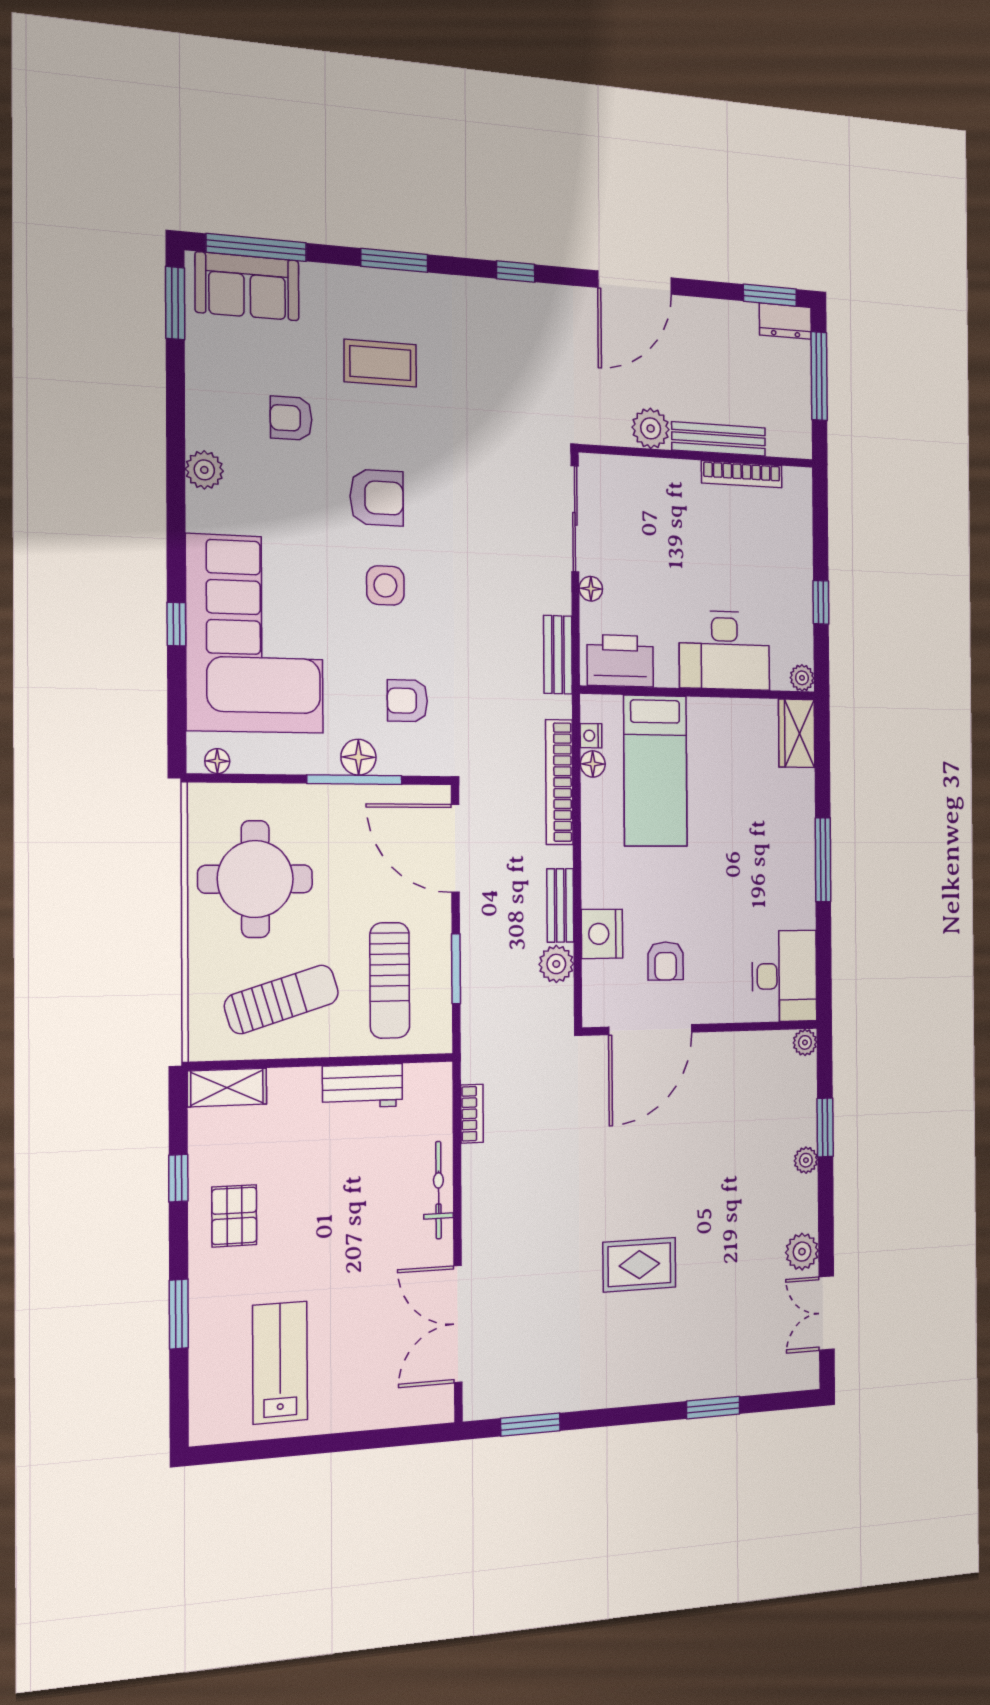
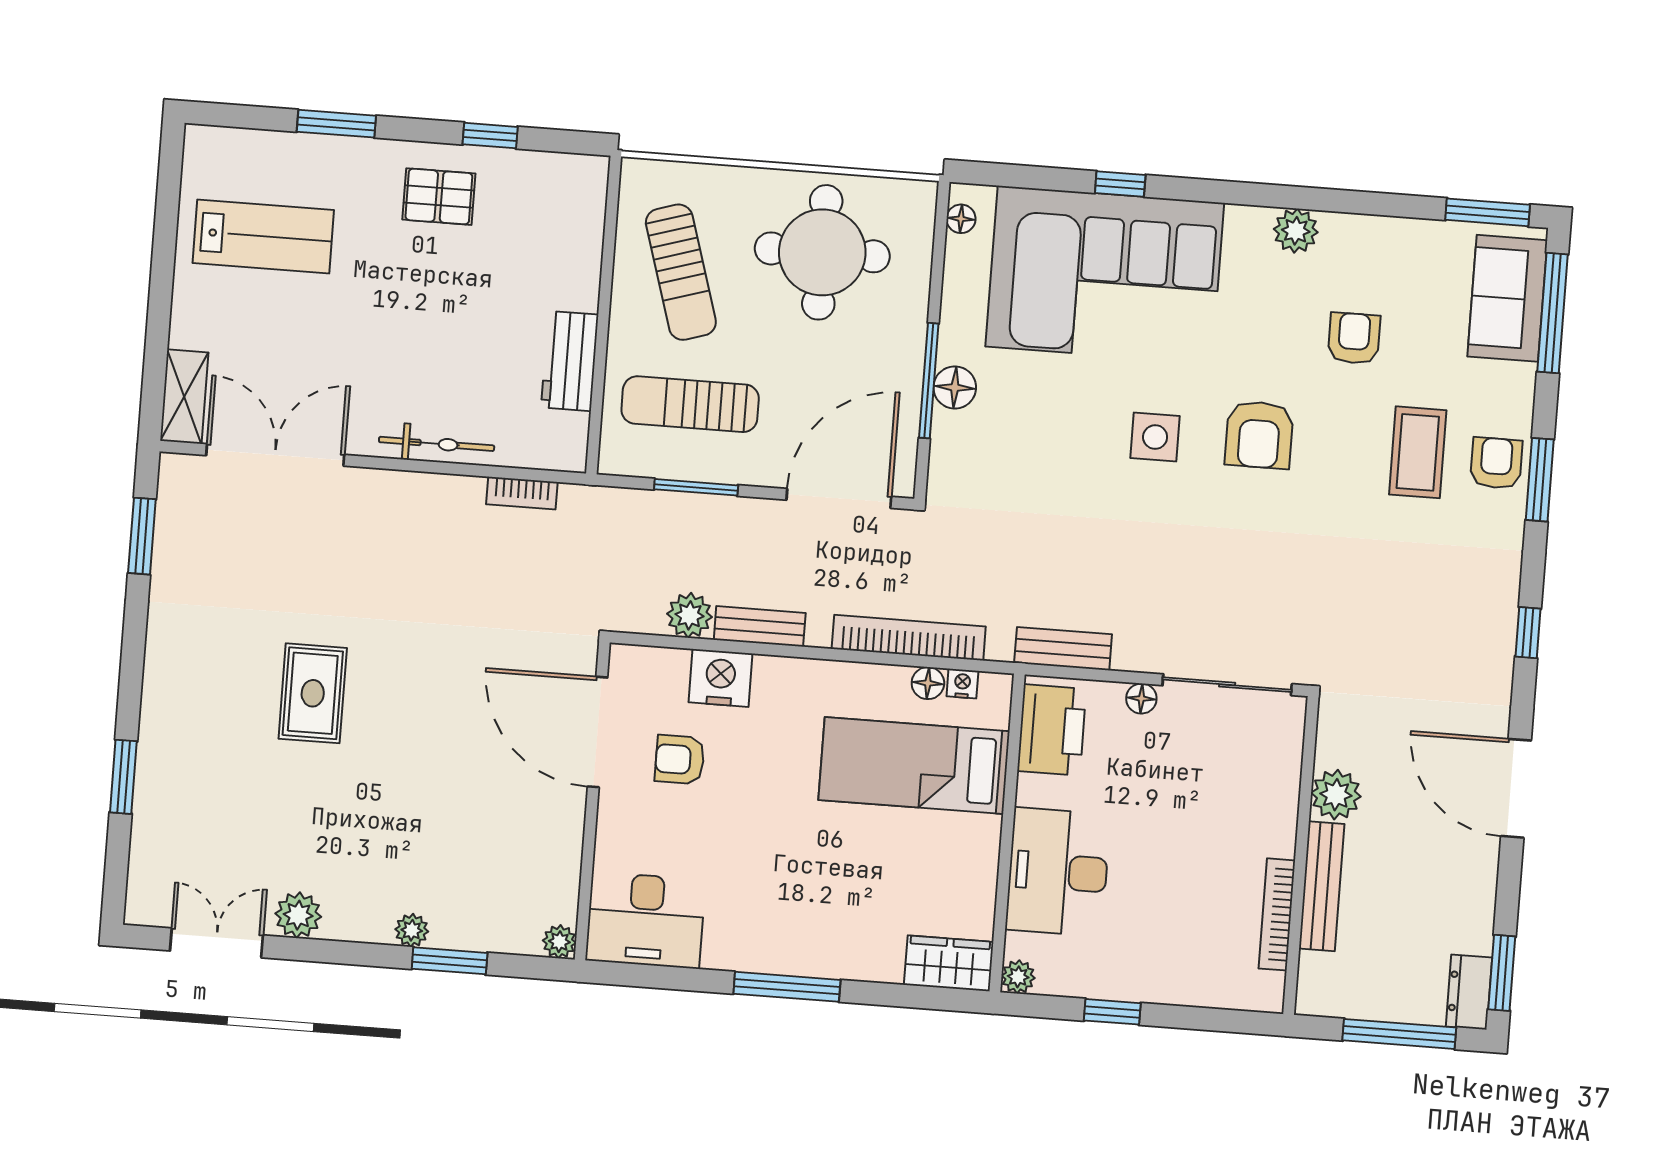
armchair: (407, 701) -> (1496, 463), moved
shelving: (227, 1088) -> (184, 397), moved

